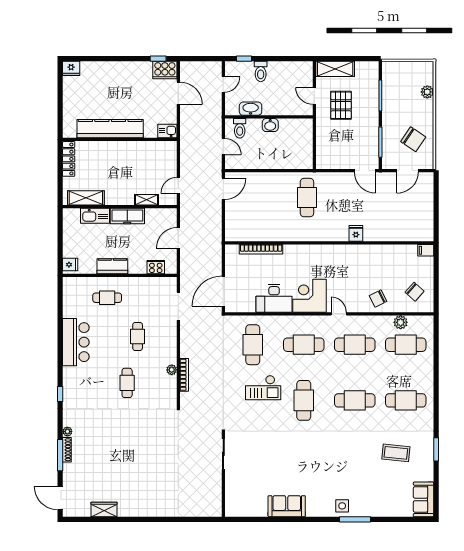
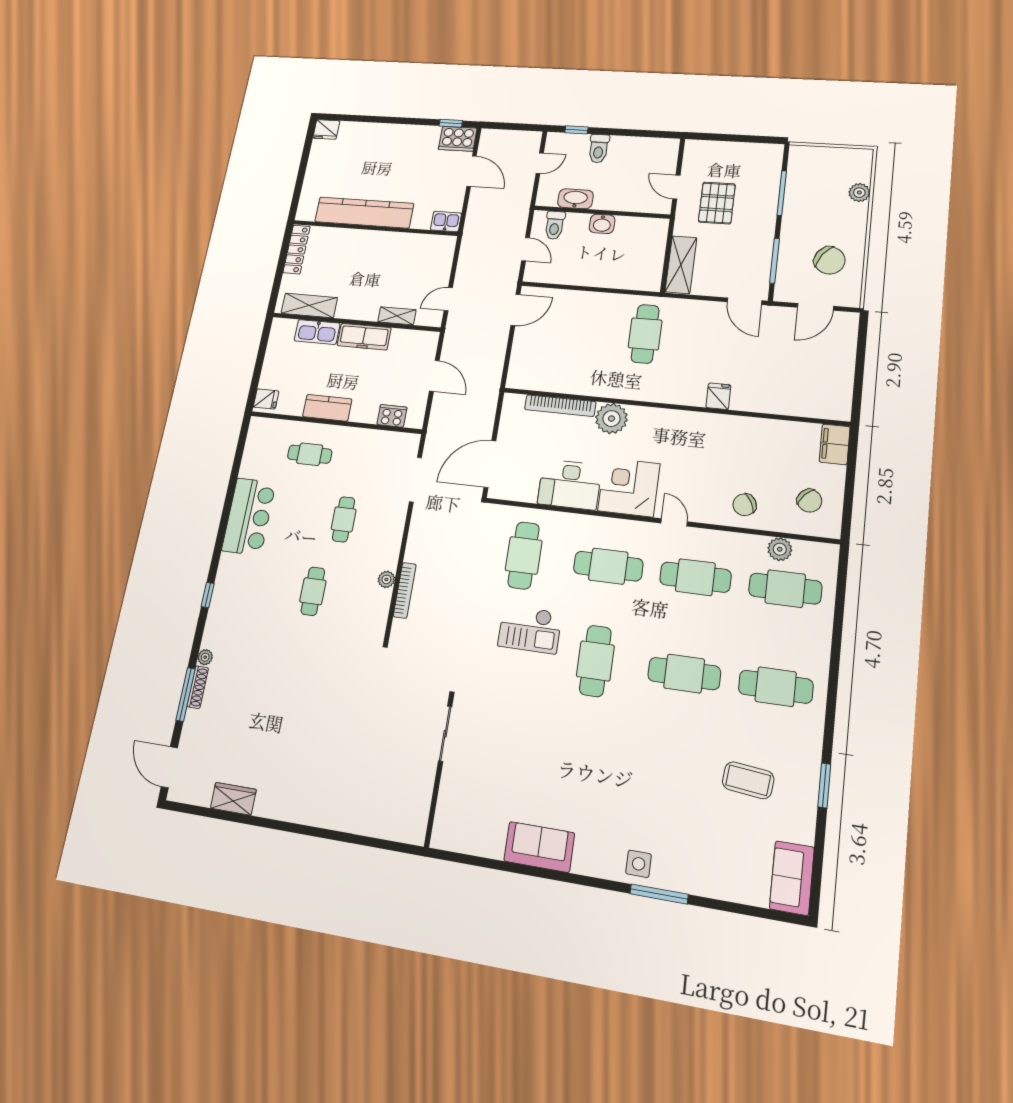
shelving: (335, 69) -> (681, 265), moved, turned 90
door: (178, 238) -> (434, 376), swing flipped
filing cabinet: (426, 250) -> (835, 444), width x2.00
plant: (294, 254) -> (611, 419), added

